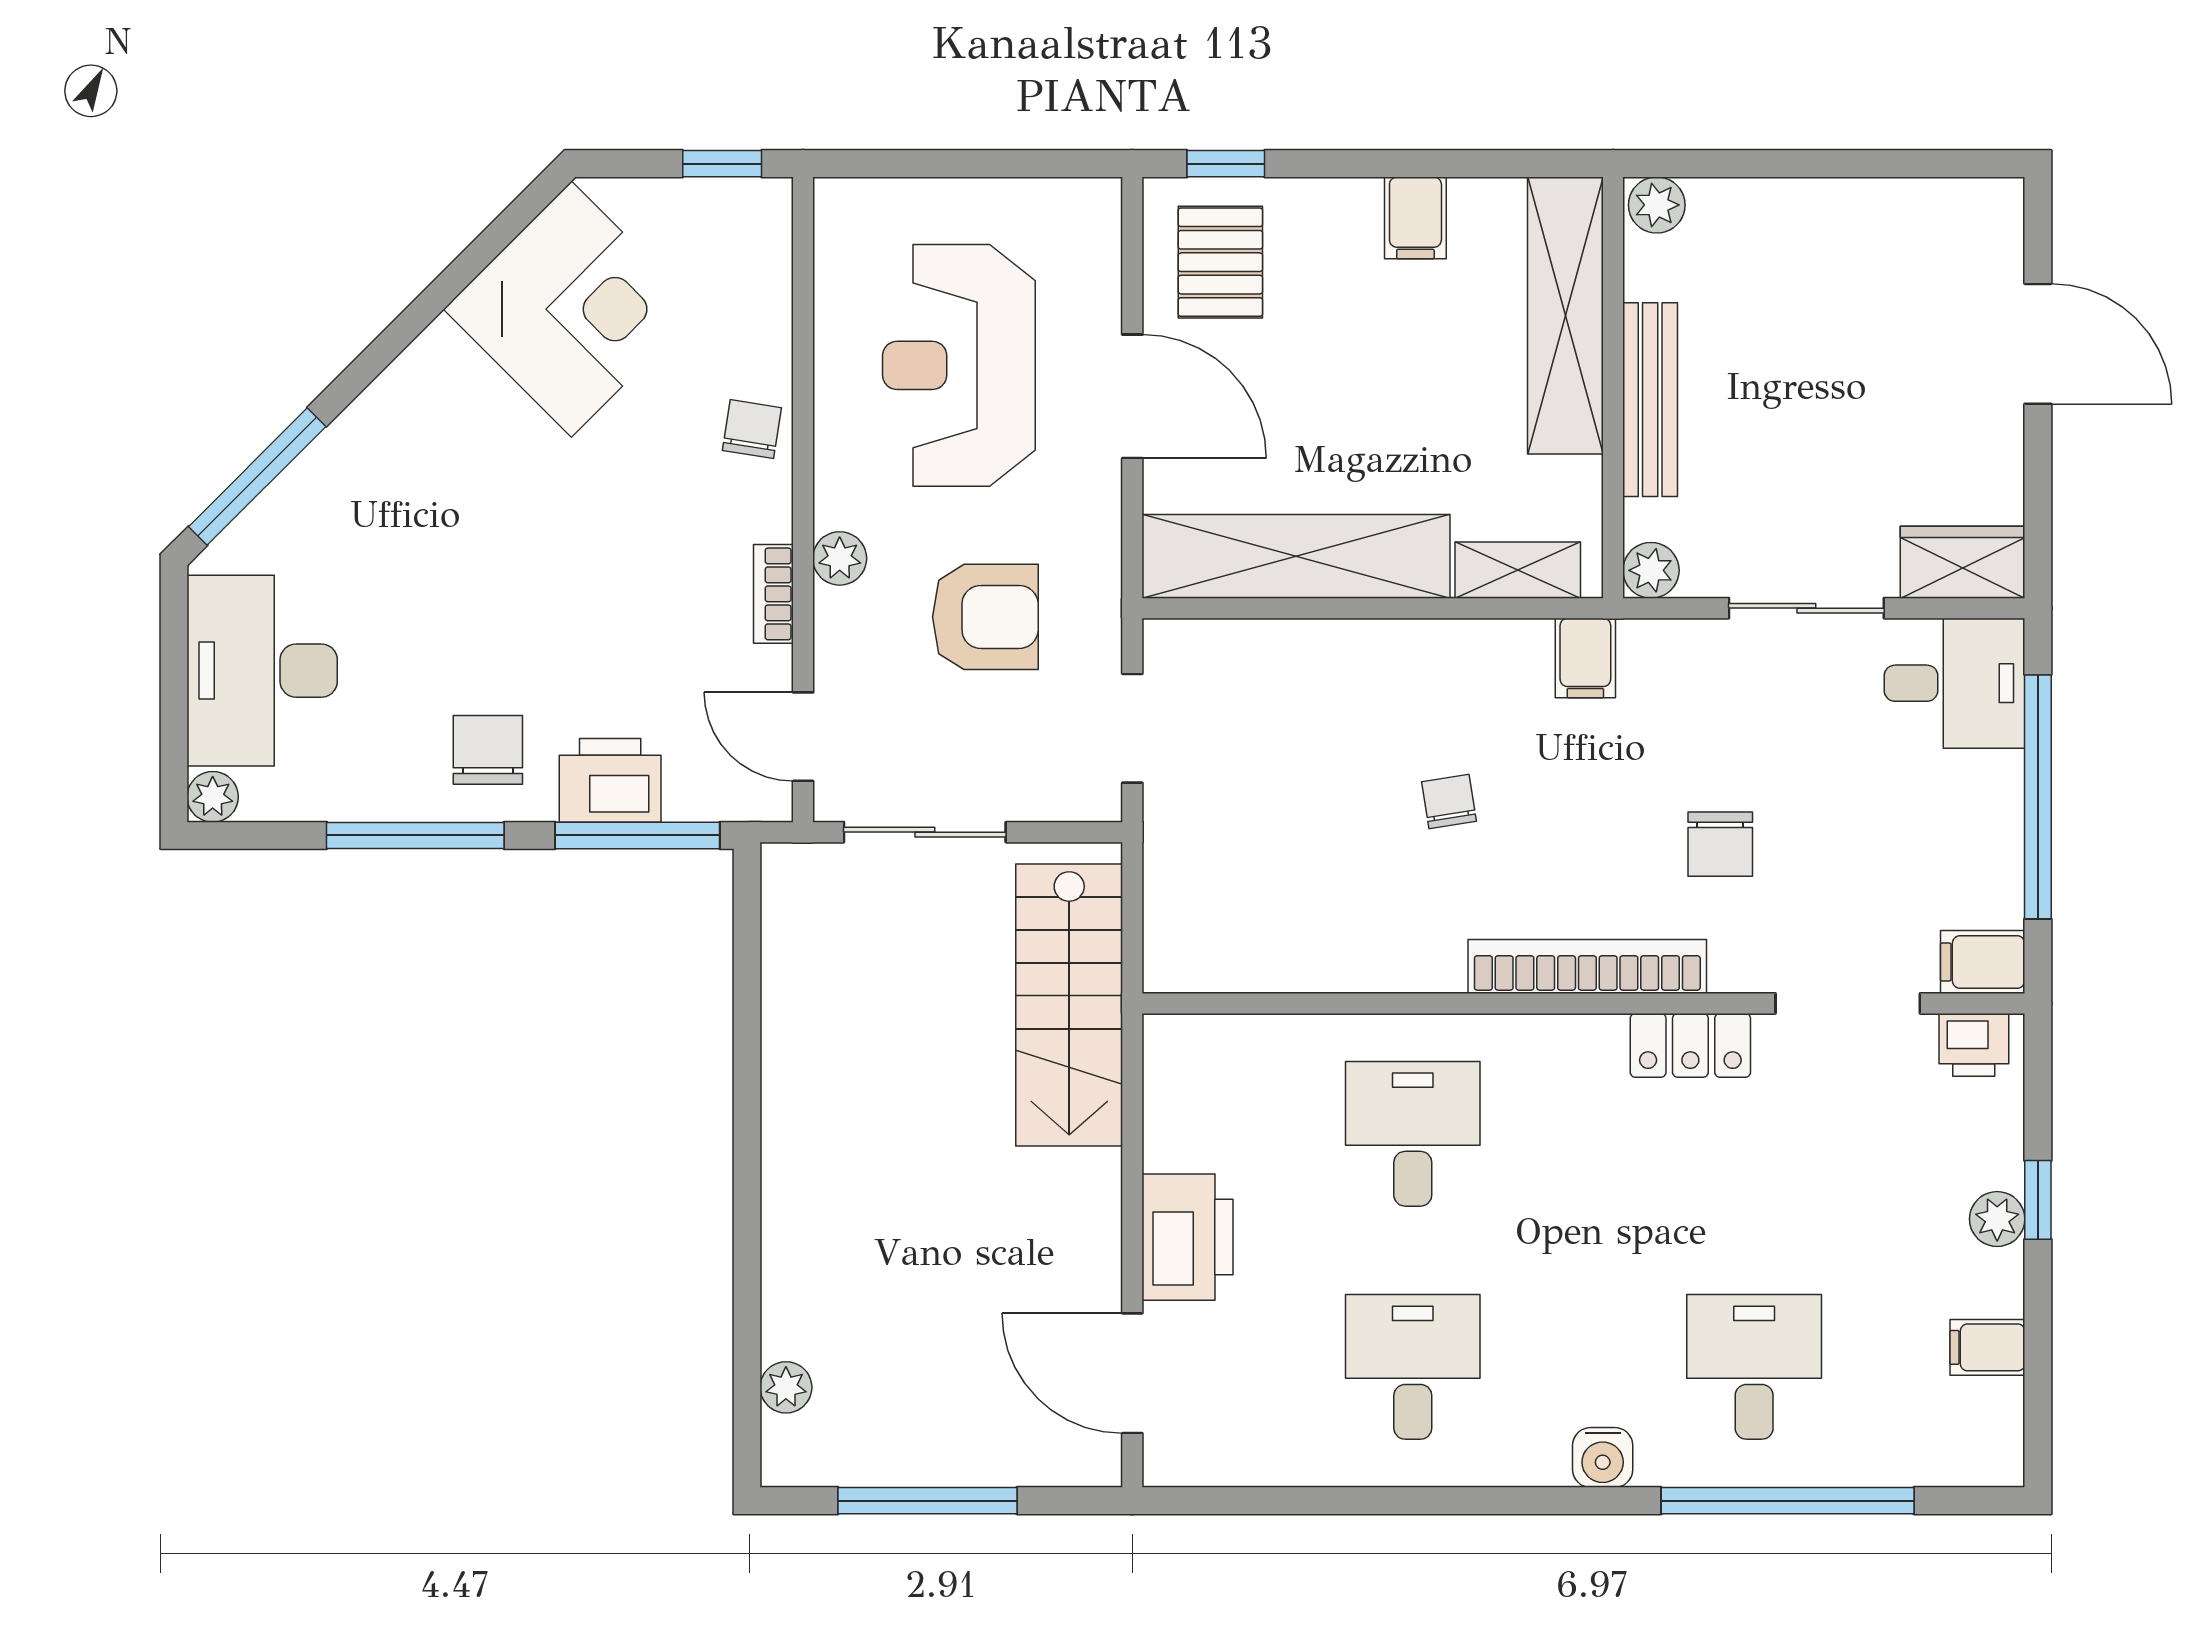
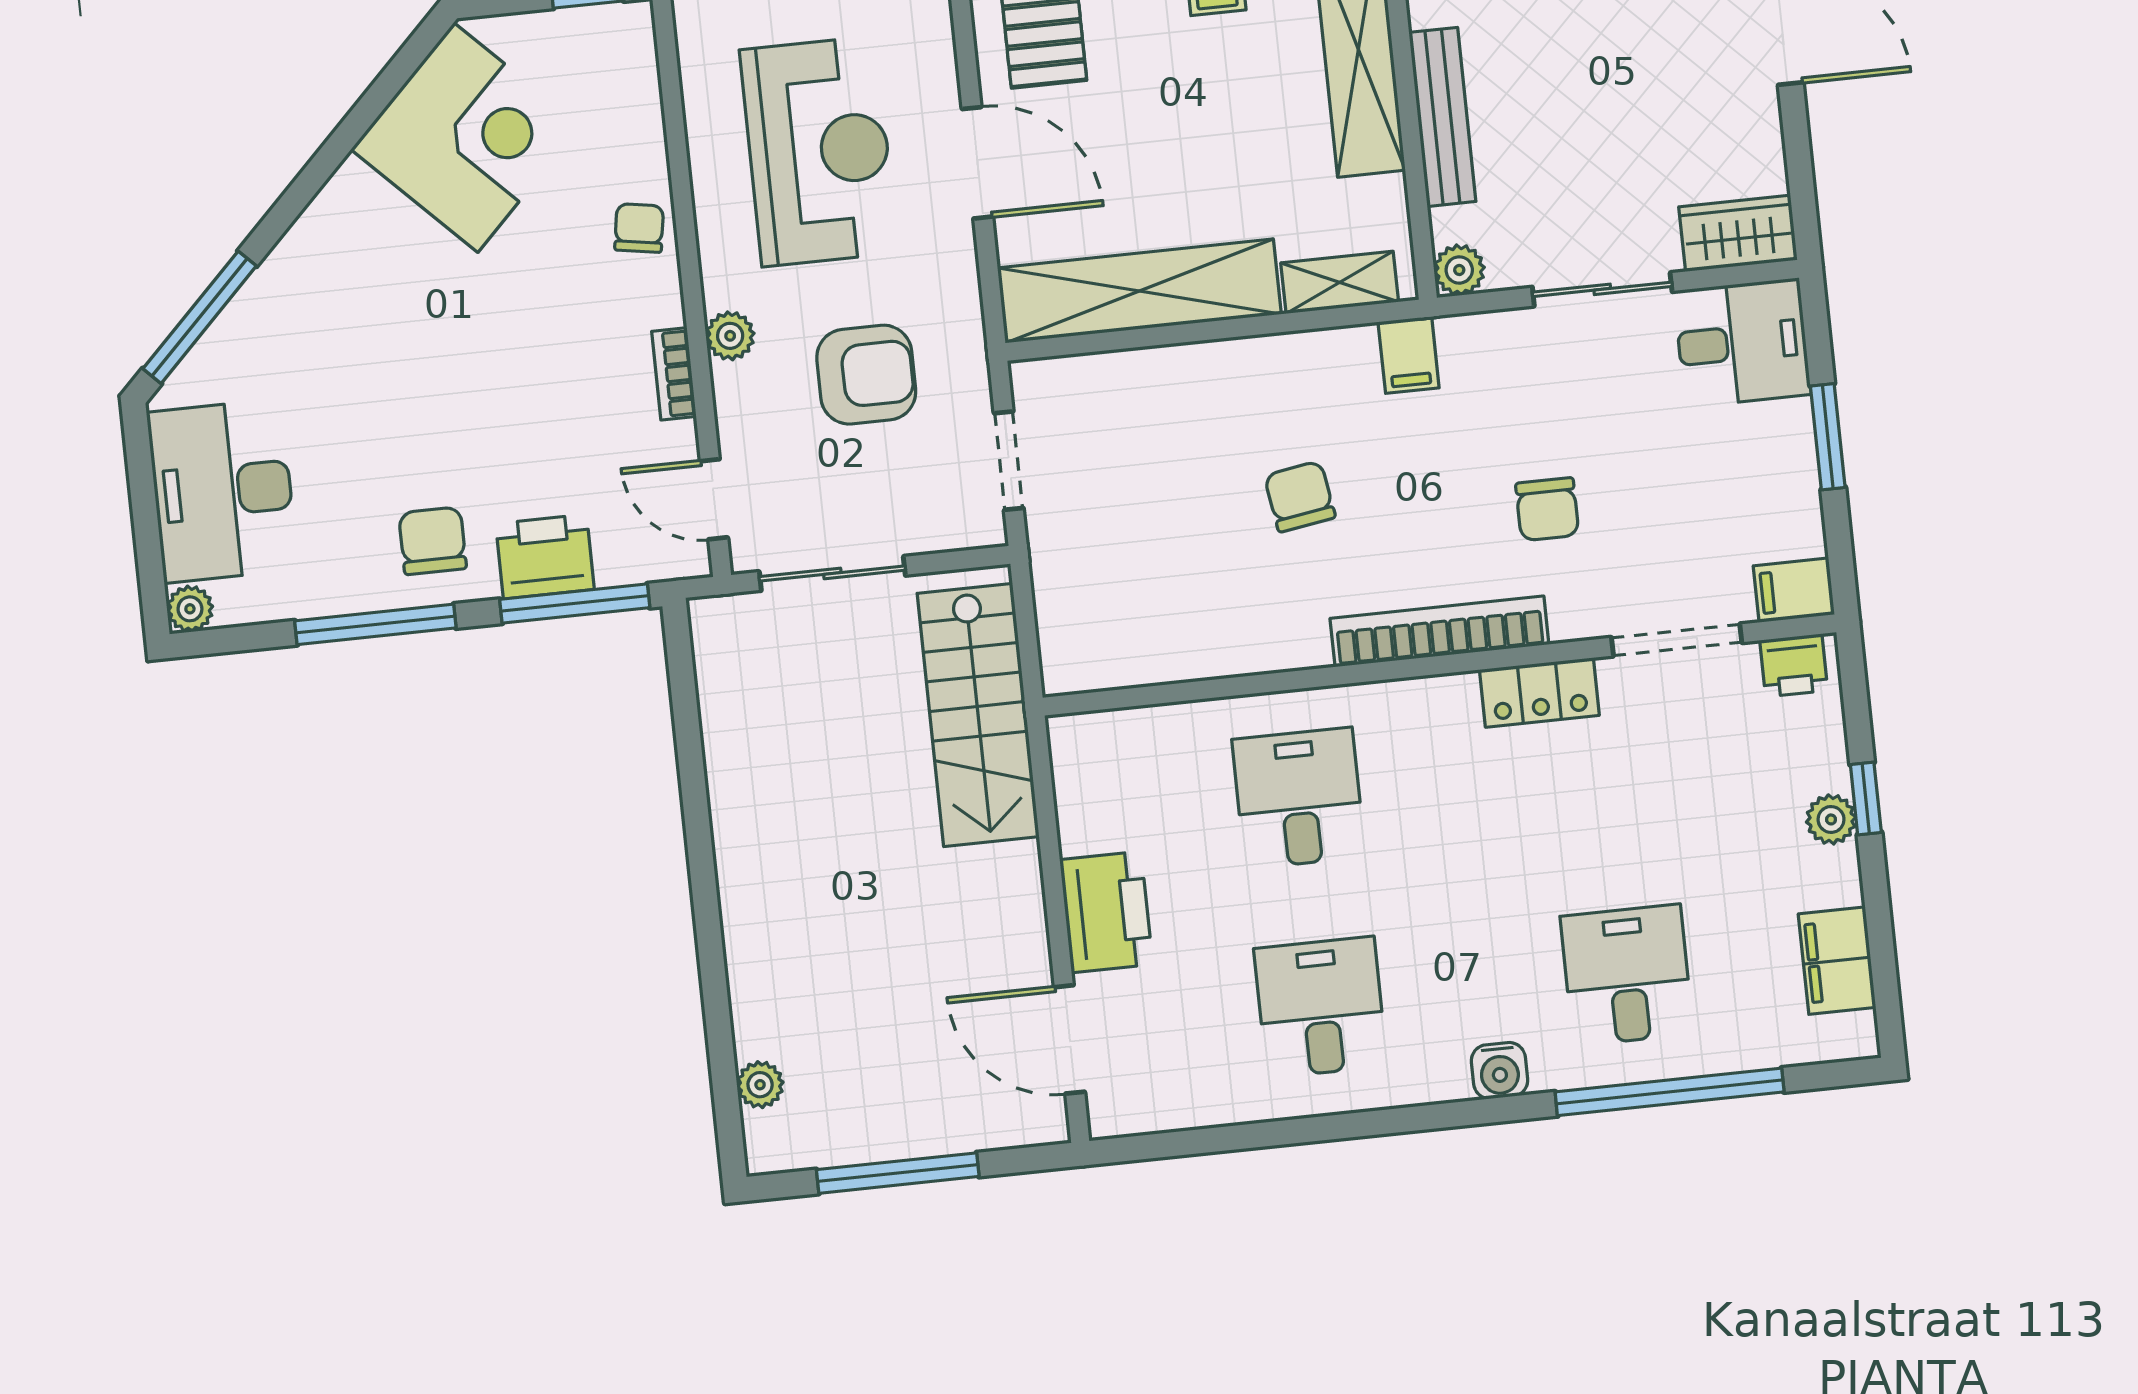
reception desk: (959, 365) -> (819, 151), turned 180
window: (2038, 797) -> (1828, 437), width x0.47
chair: (1449, 801) -> (1300, 496), width x1.37, depth x1.37
filing cabinet: (1987, 1347) -> (1837, 961), width x2.00

